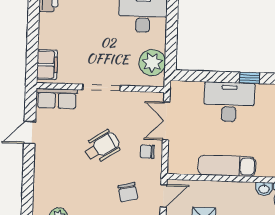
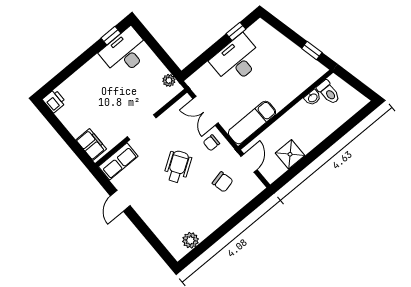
plant: (152, 63) -> (169, 80), width x0.53, depth x0.53
exam couch: (227, 166) -> (252, 123), moved

